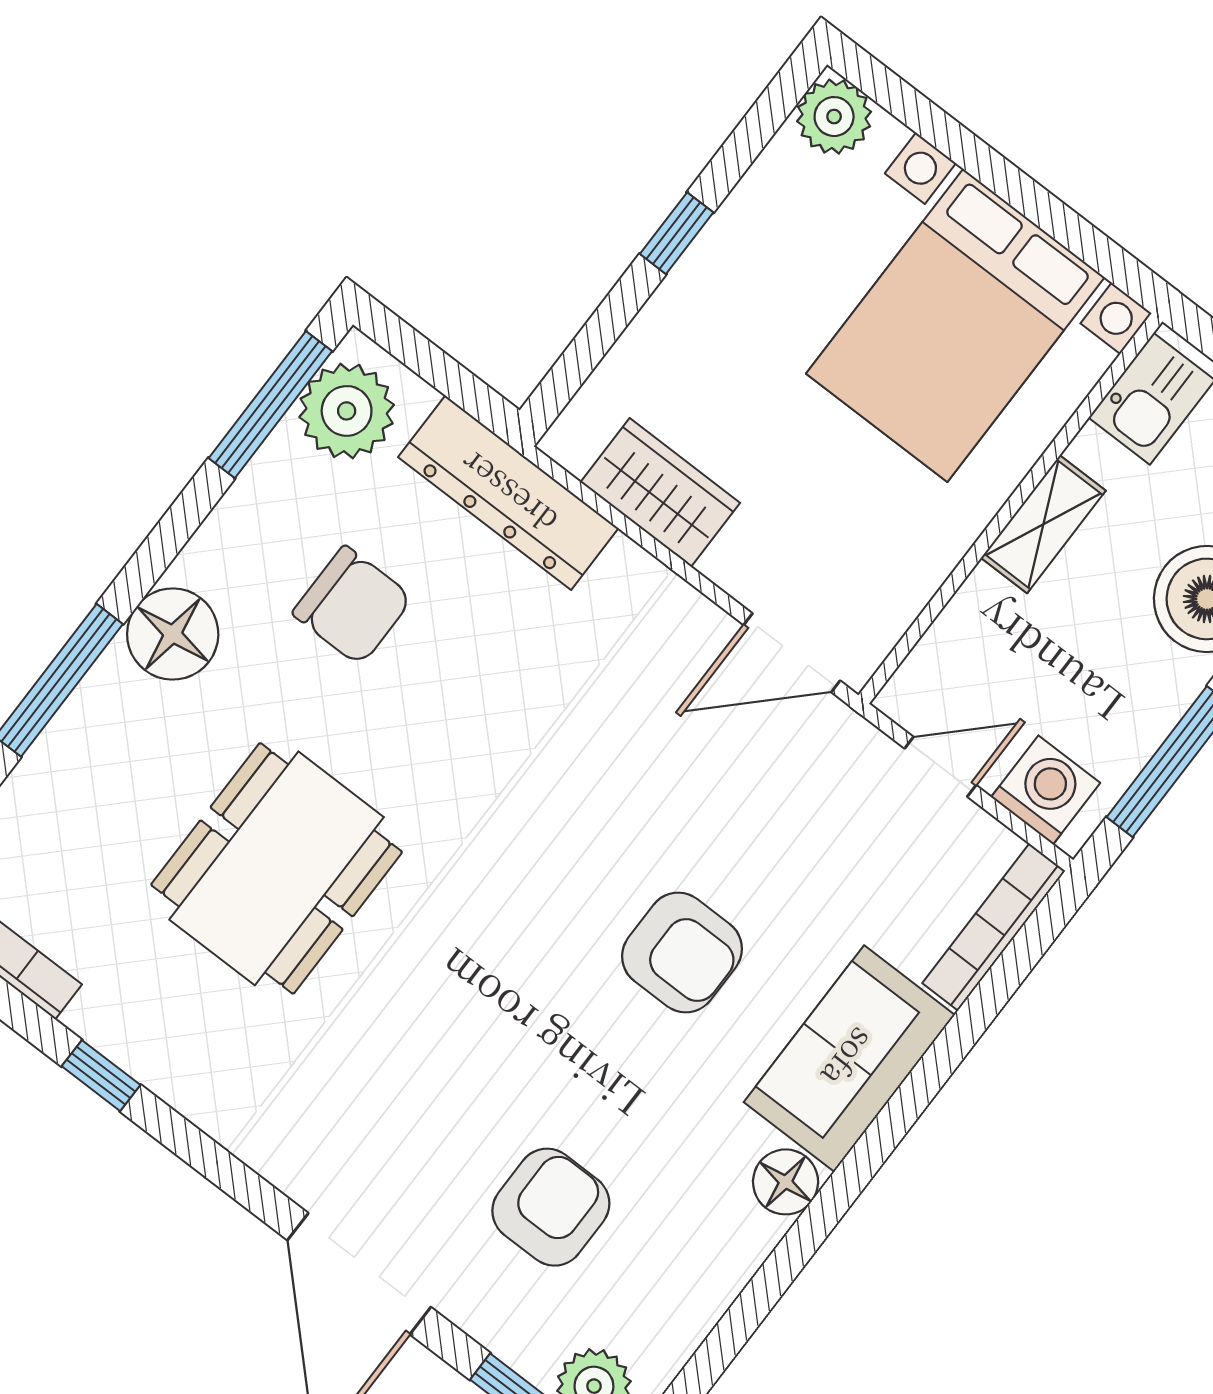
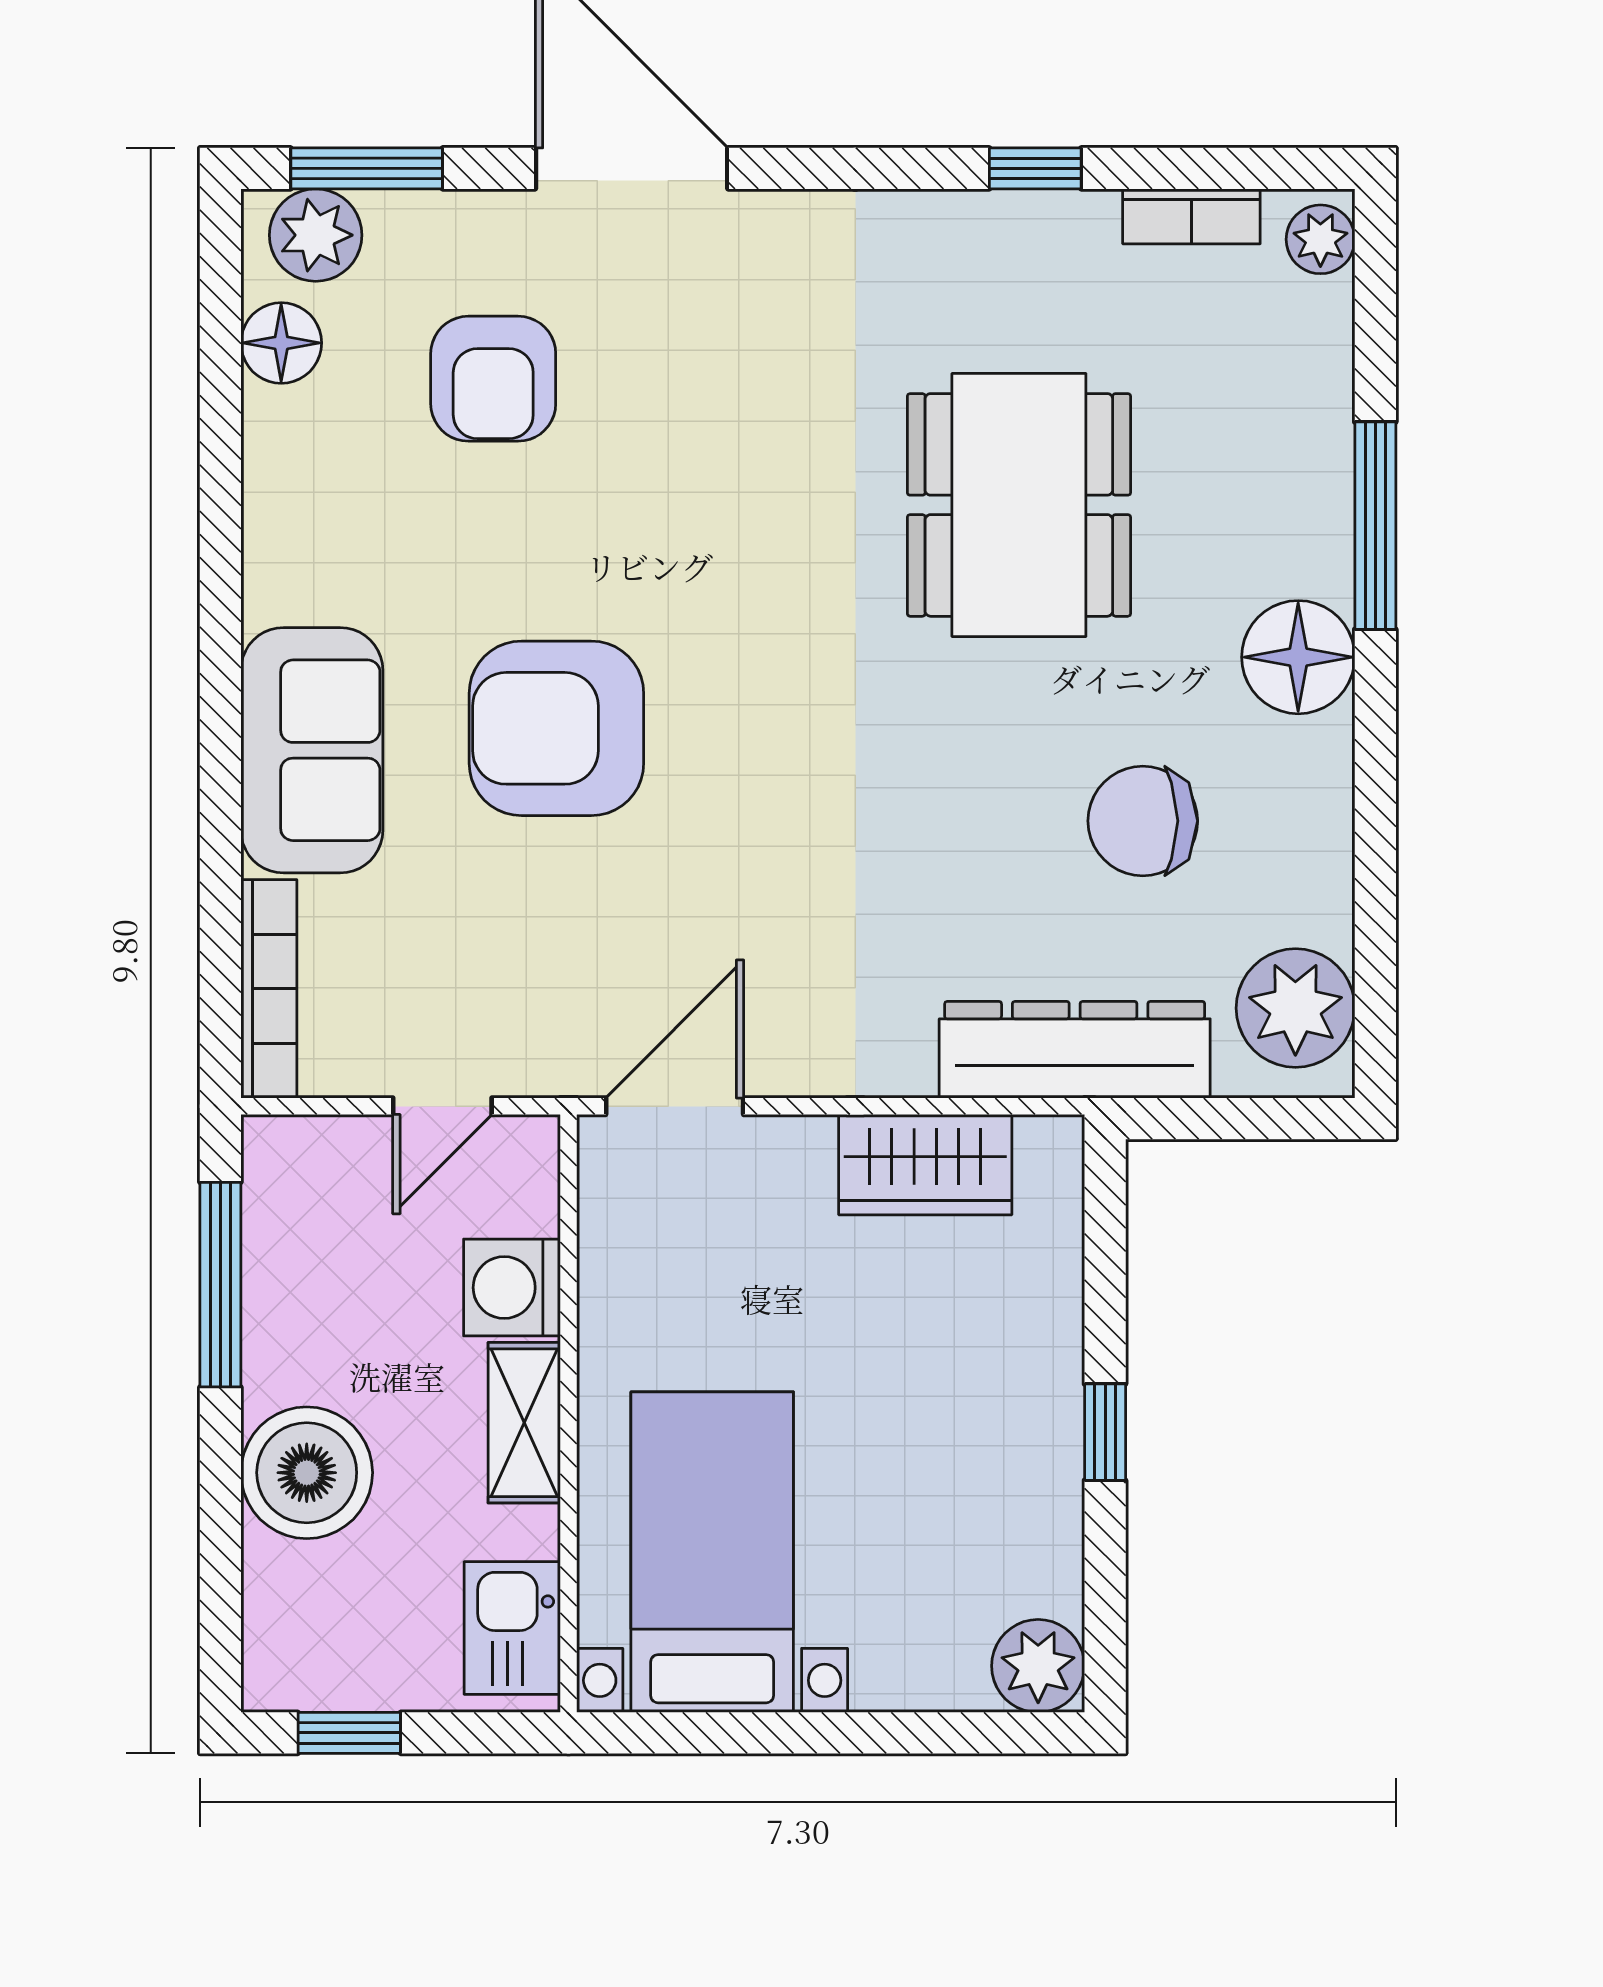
bed with nightstands: (955, 325) -> (712, 1552), width x0.73
window: (270, 405) -> (1375, 957), removed
washing machine: (1046, 790) -> (512, 1288), moved, turned 90
armchair: (682, 952) -> (556, 728), width x1.36, depth x1.36
floor lamp: (786, 1182) -> (281, 343), moved

